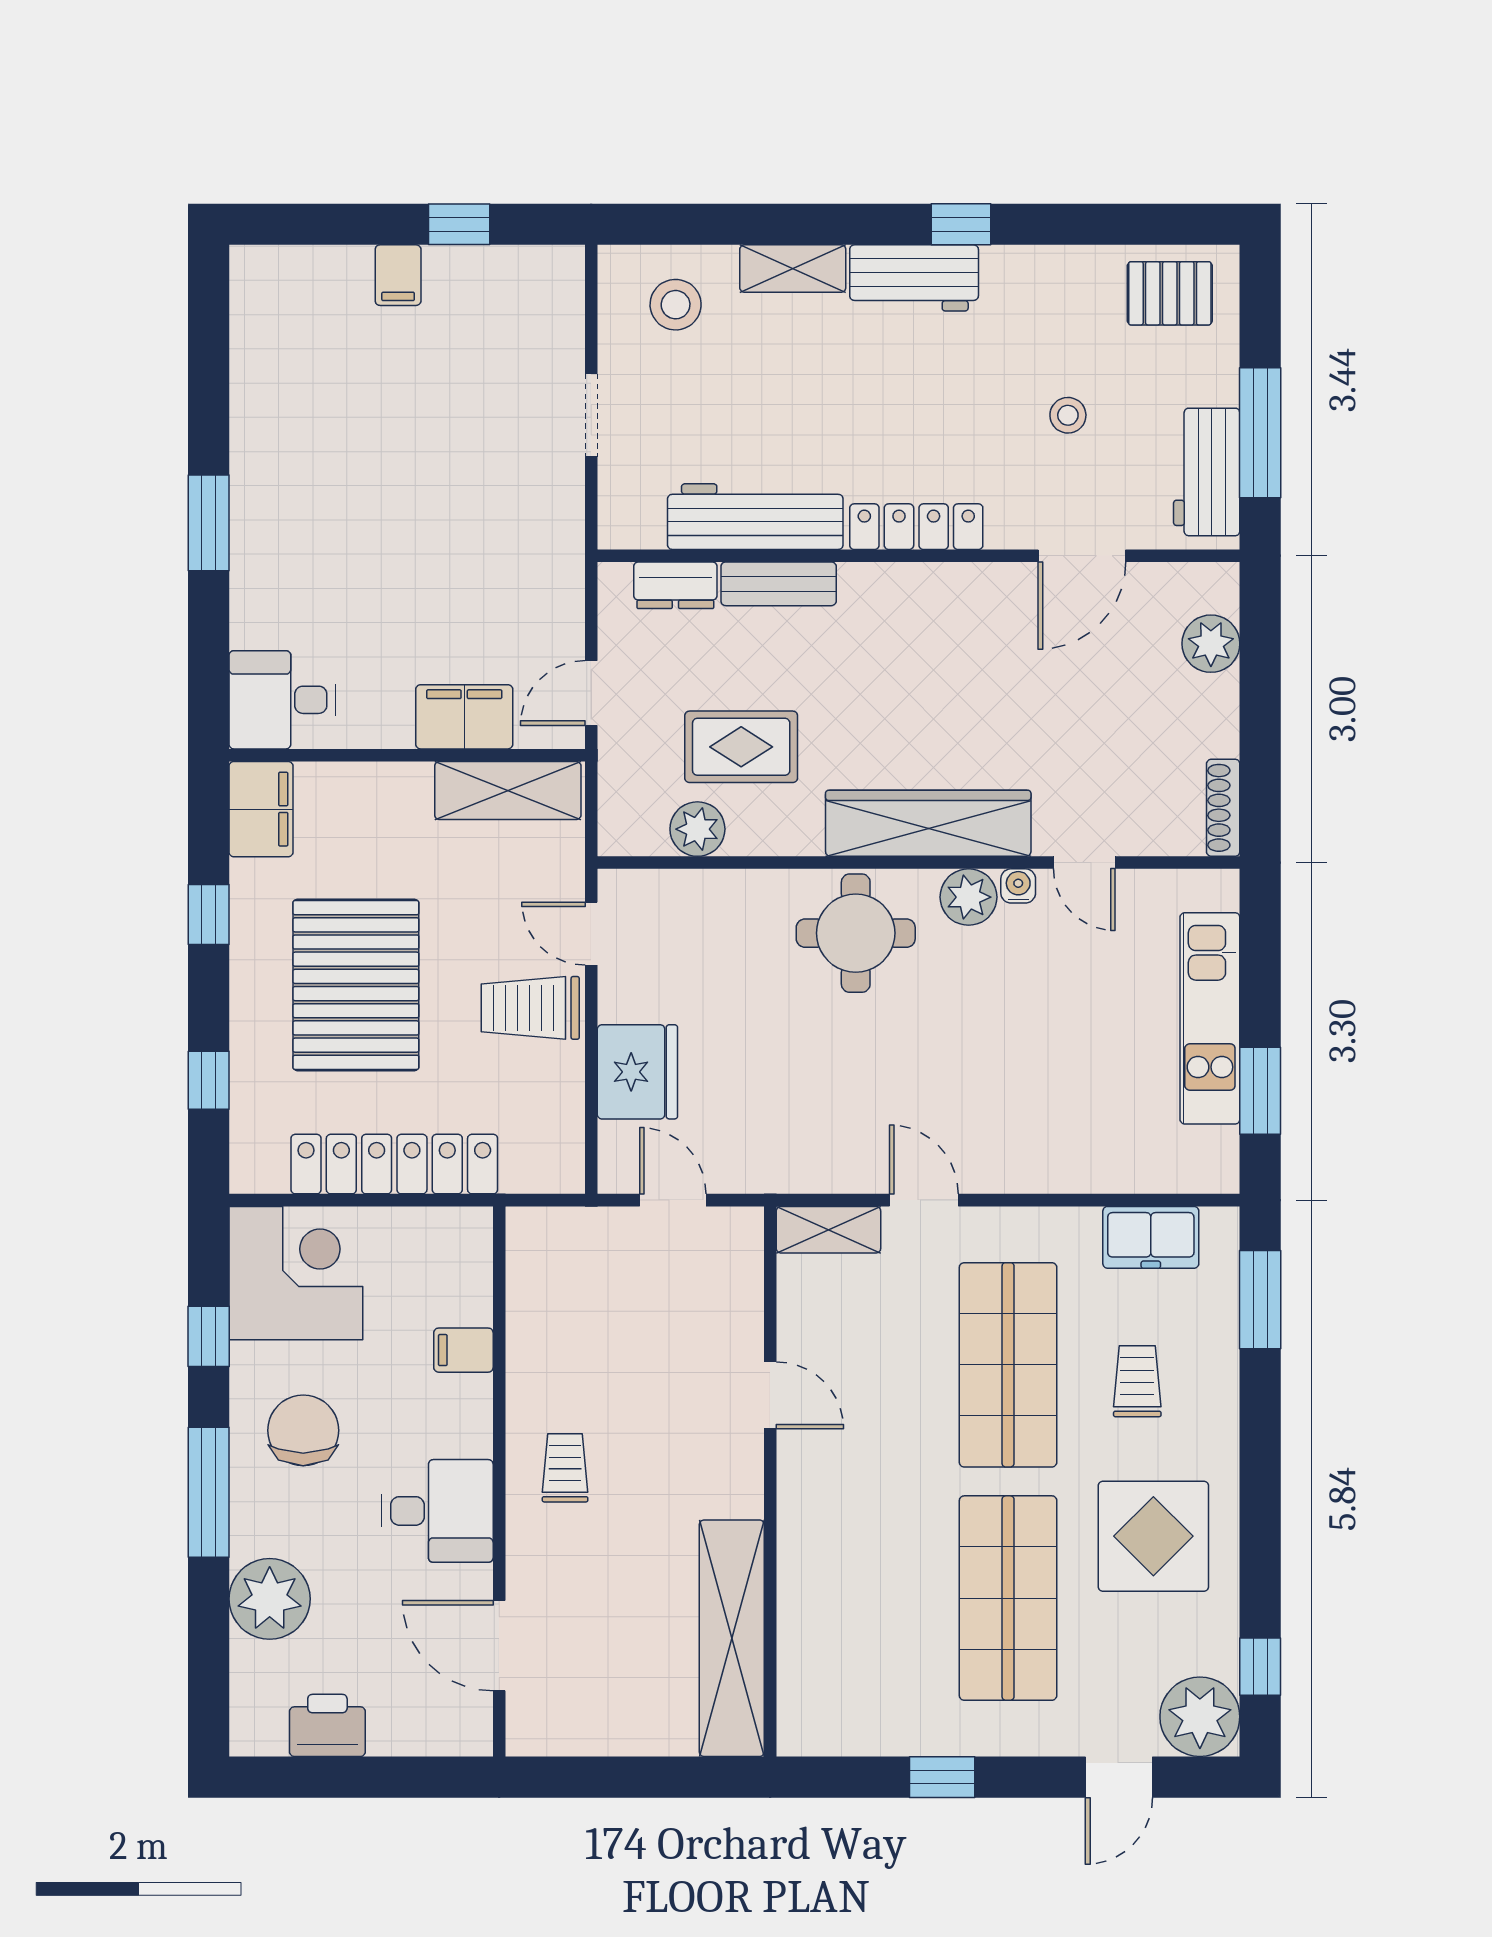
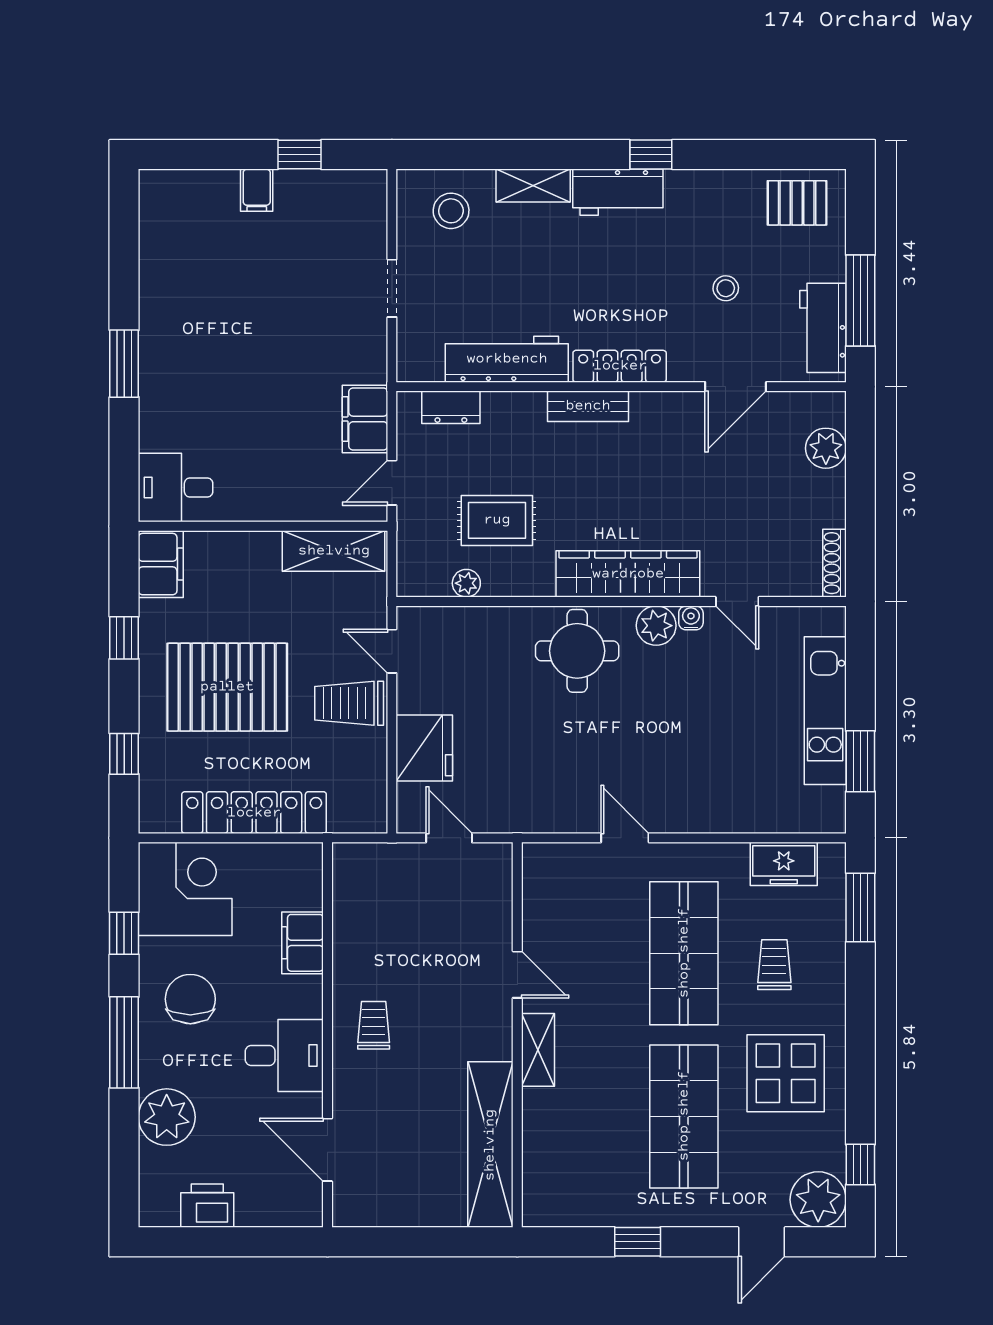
bench: (779, 584) -> (588, 406), moved
filing cabinet: (464, 717) -> (365, 419), moved, turned -90
plant: (697, 829) -> (466, 583), width x0.73, depth x0.73
pallet: (356, 985) -> (227, 687), turned 90
shelving: (828, 1230) -> (538, 1050), moved, turned 90
filing cabinet: (463, 1350) -> (302, 943), width x2.00

